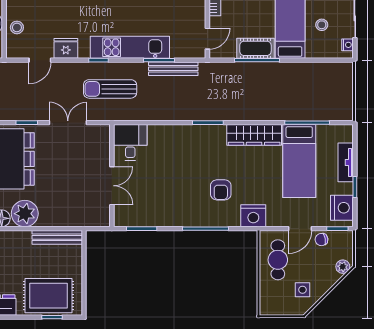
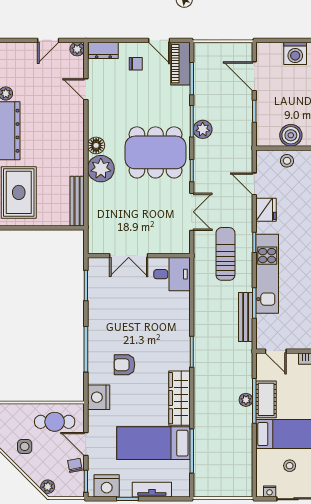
plant: (256, 69) -> (246, 400), added

